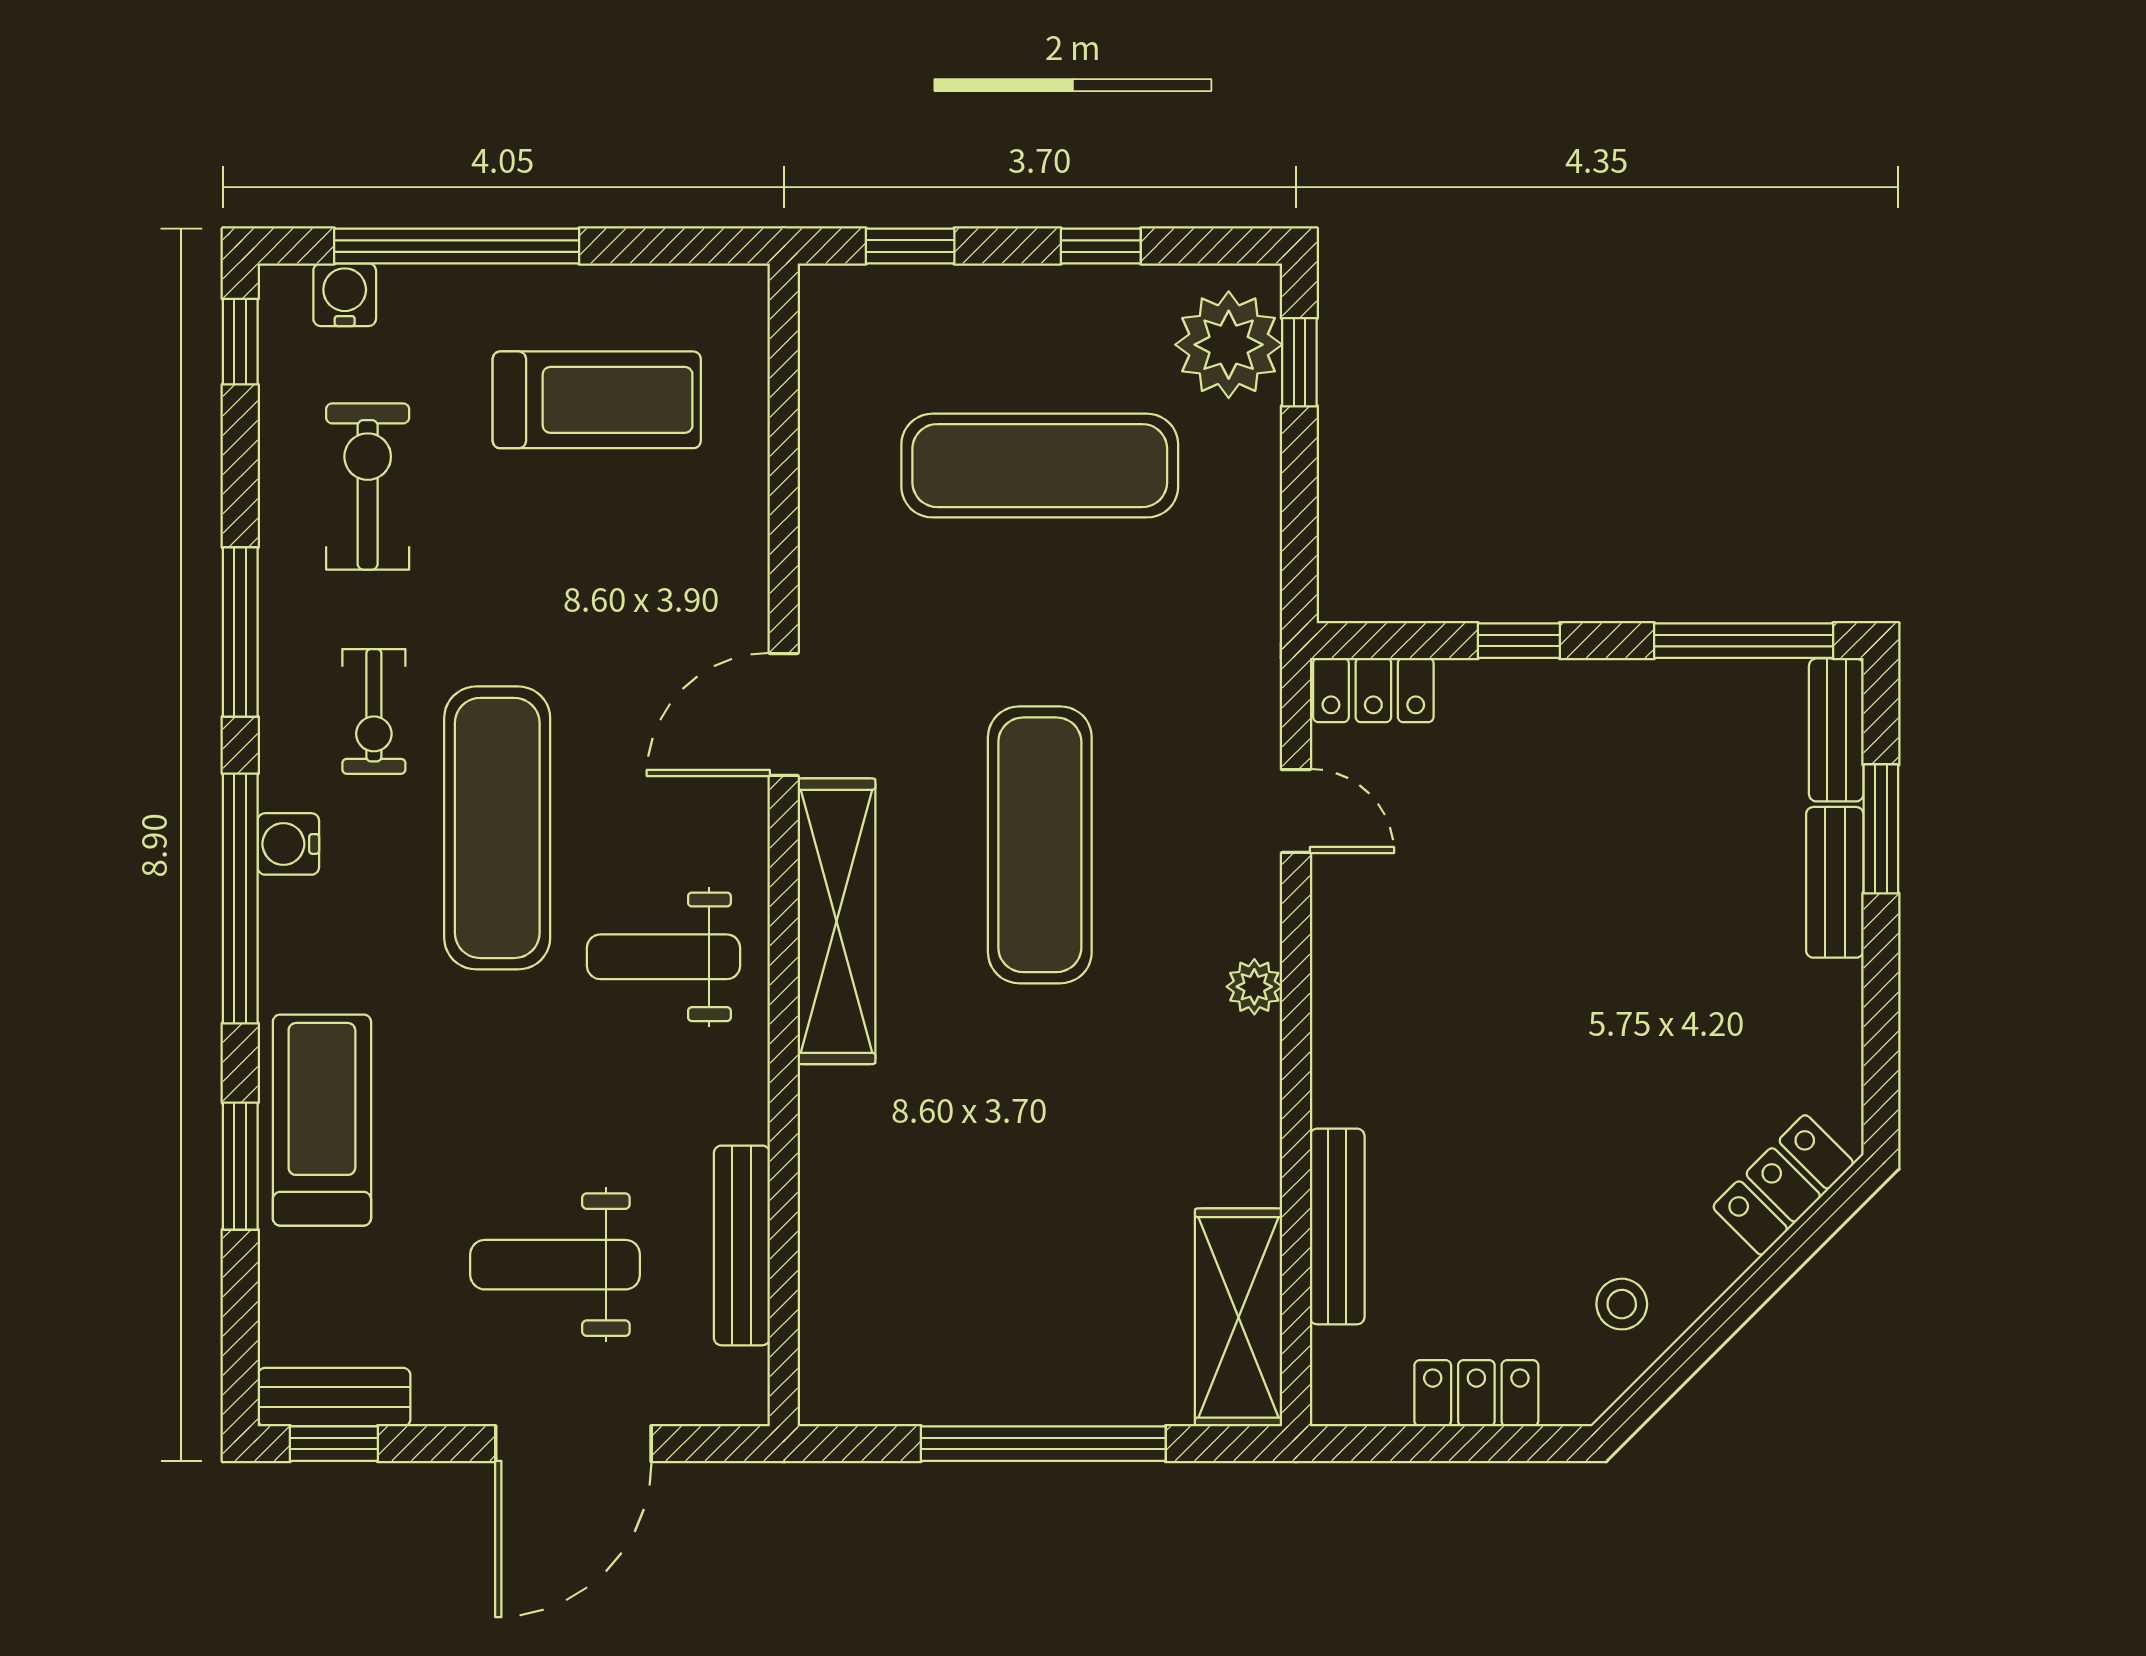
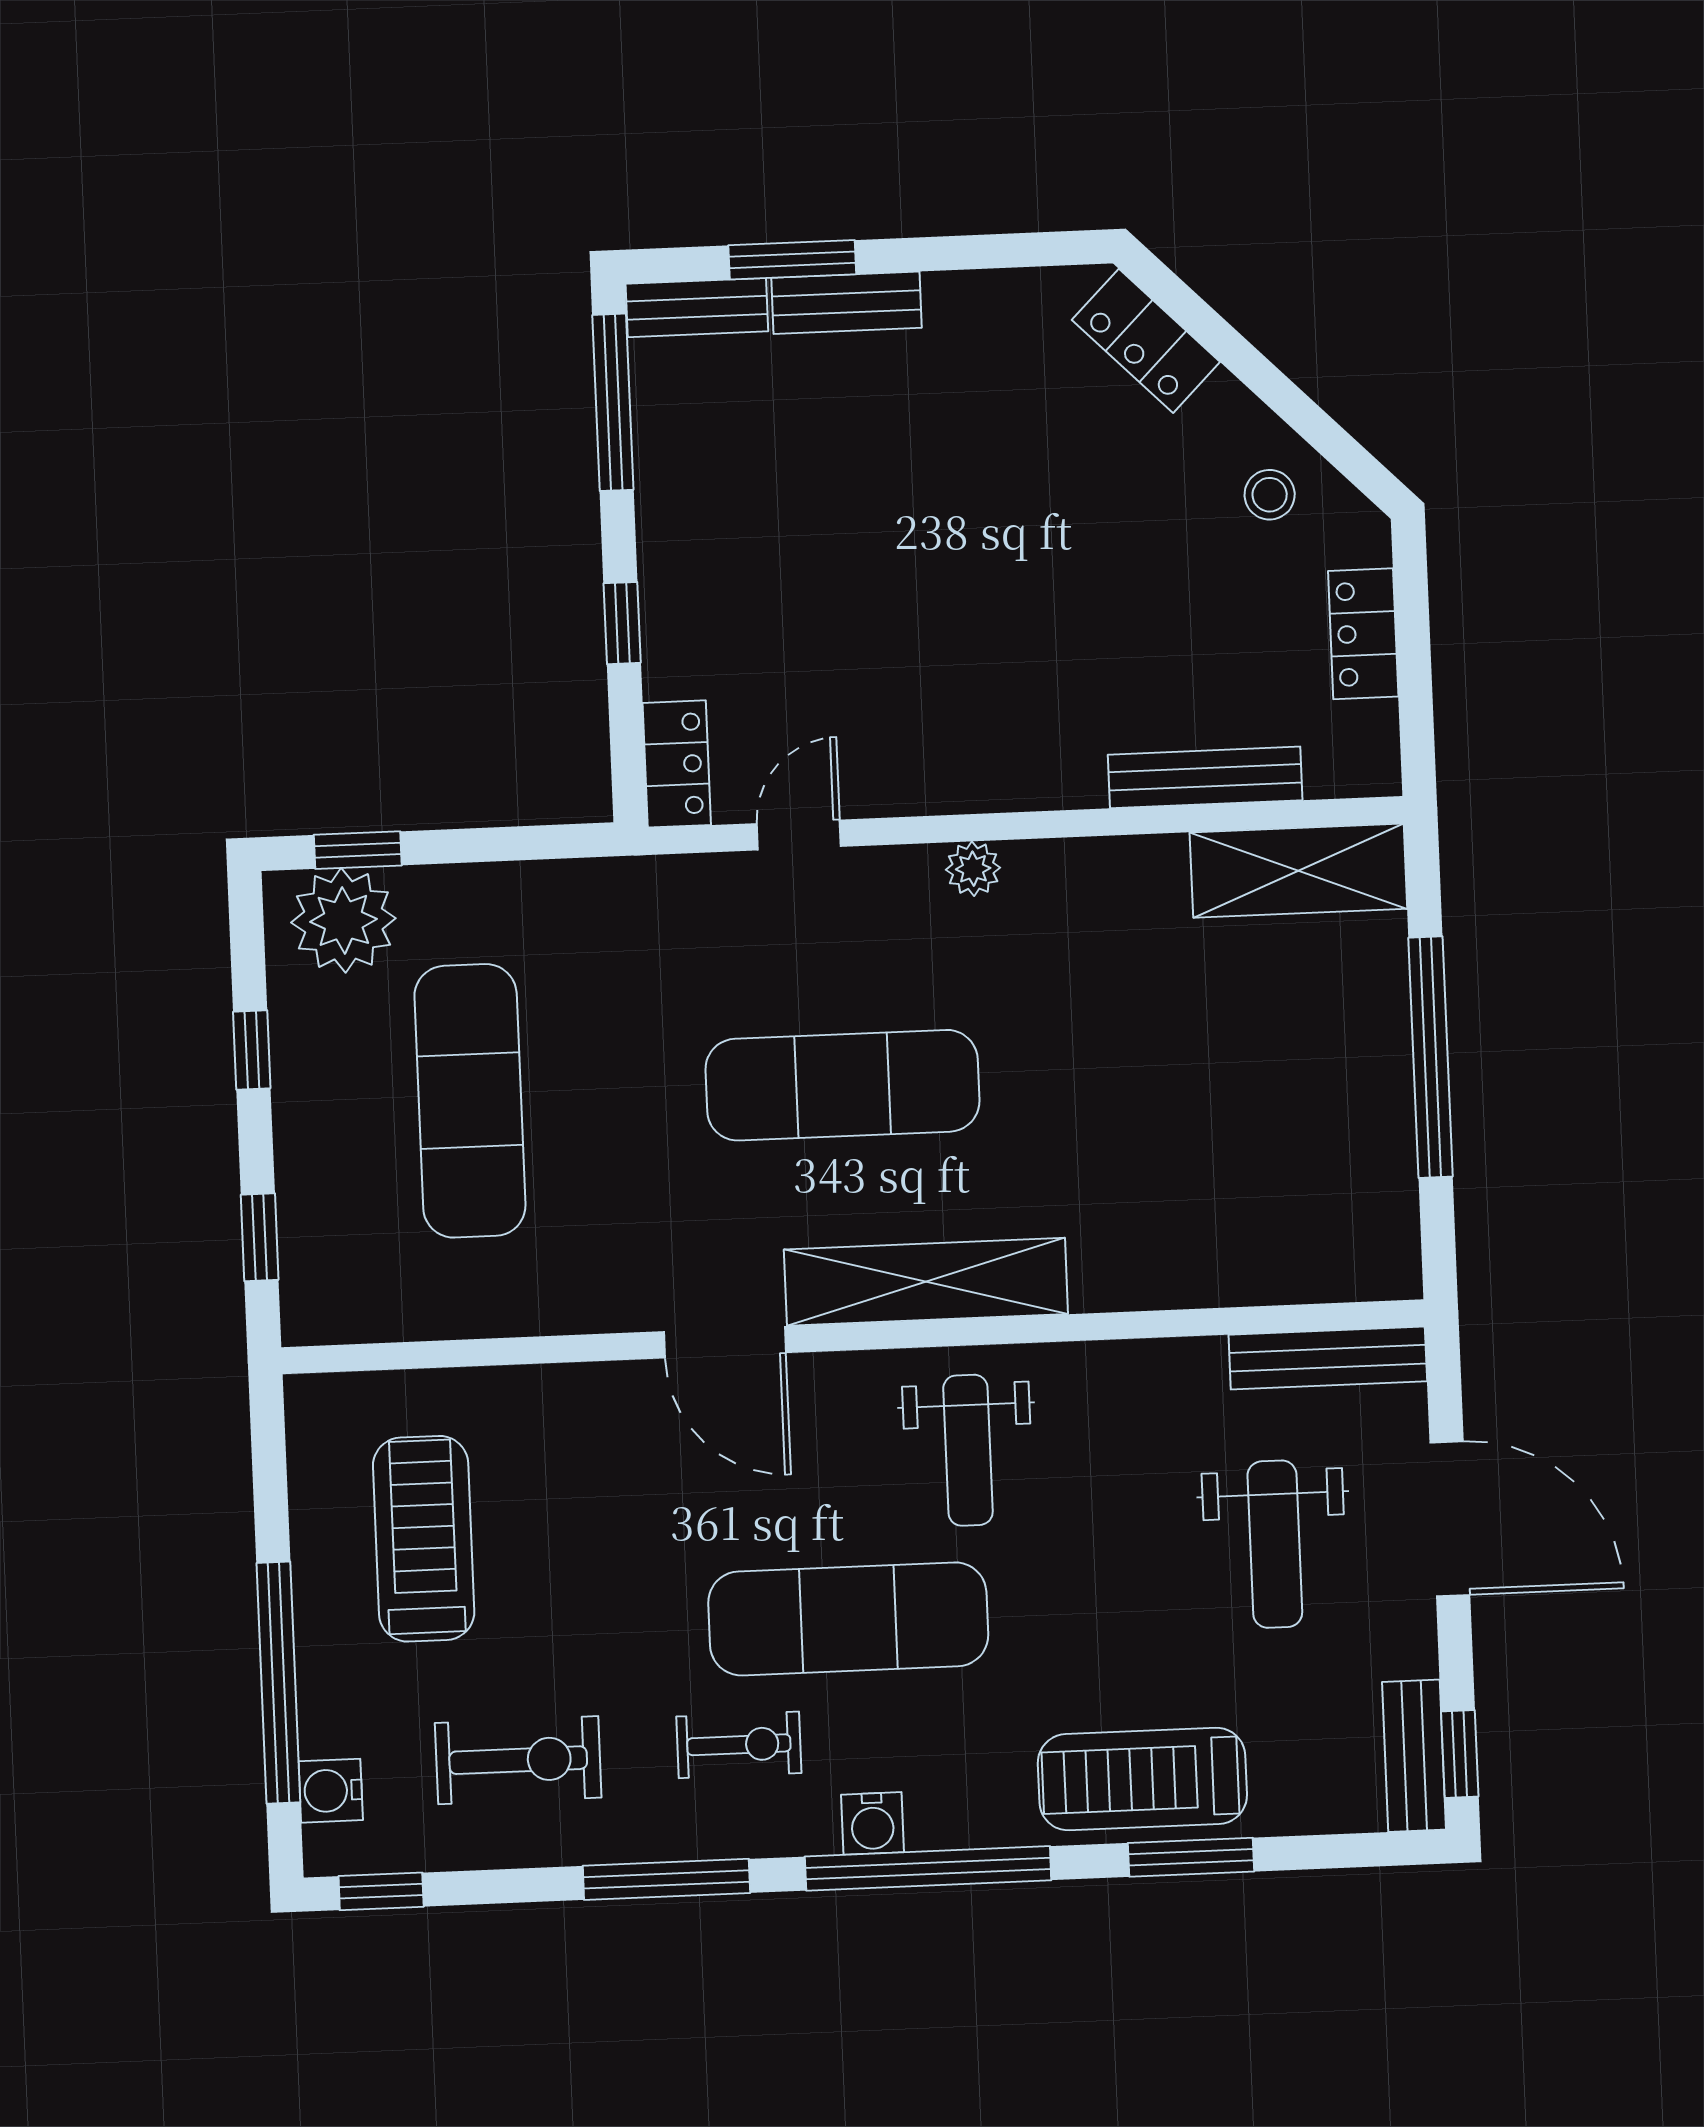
exercise bike: (368, 487) -> (518, 1760), turned 180
bench: (742, 1245) -> (1328, 1358), moved

